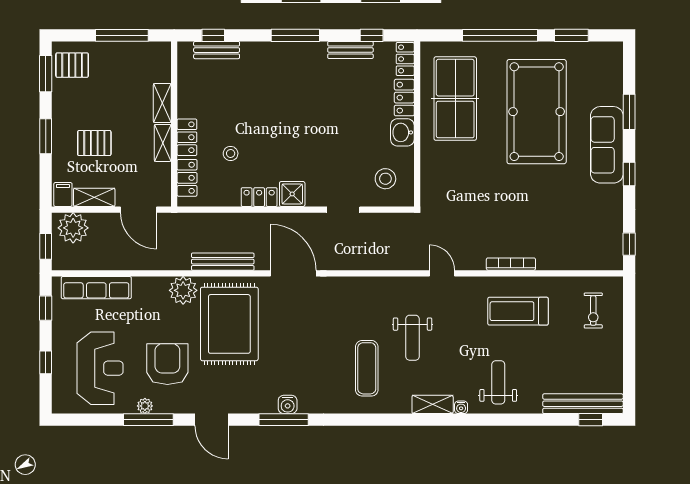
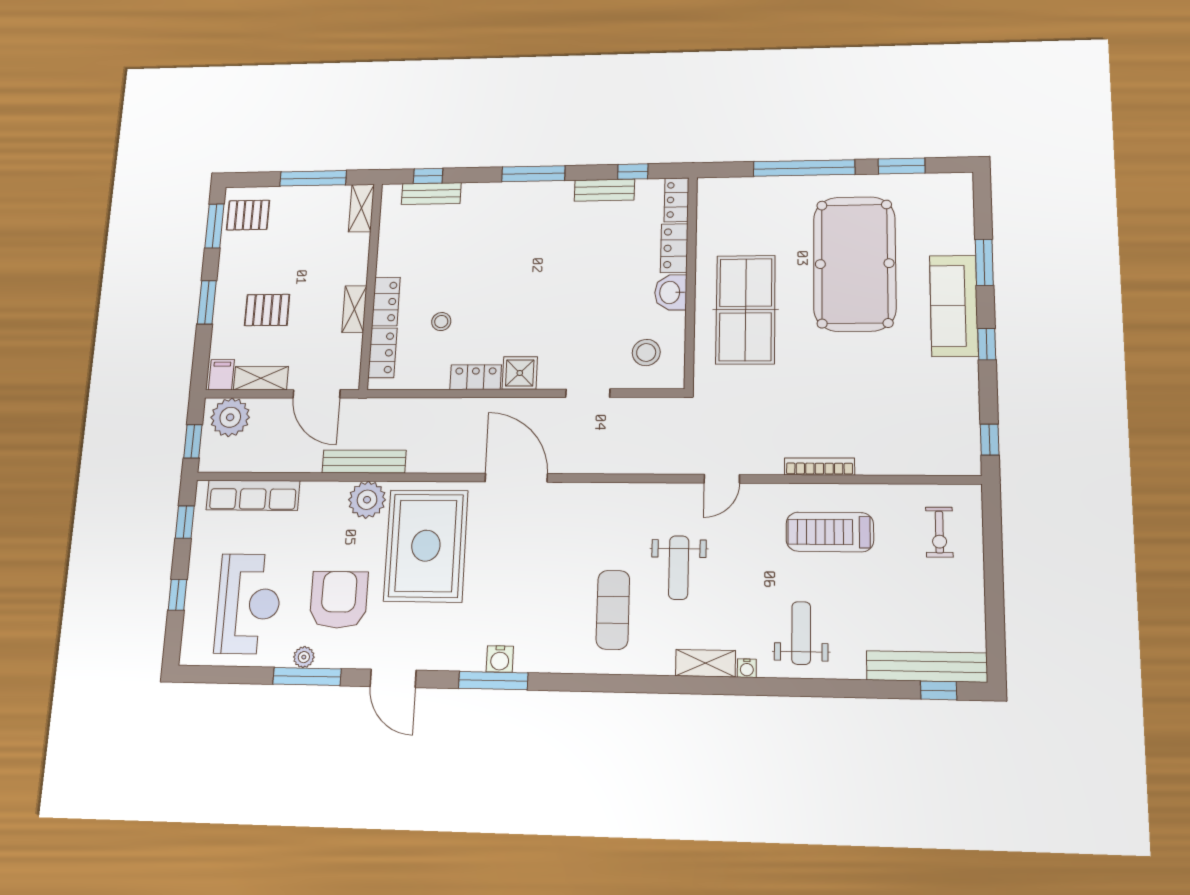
table tennis table: (455, 99) -> (746, 310), moved
shelving: (162, 103) -> (361, 208), moved
bench: (223, 262) -> (364, 462), moved
door: (442, 273) -> (722, 479), swing flipped

